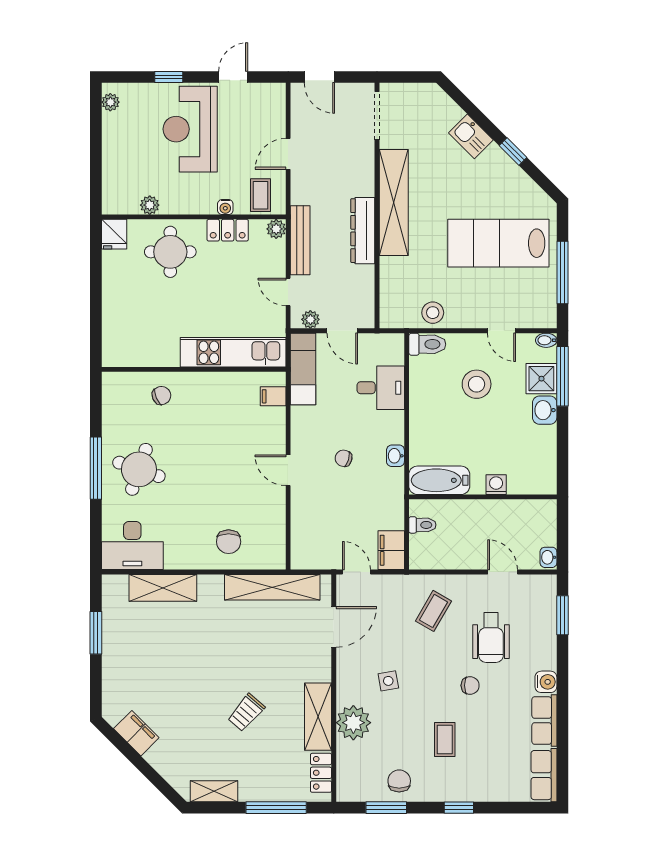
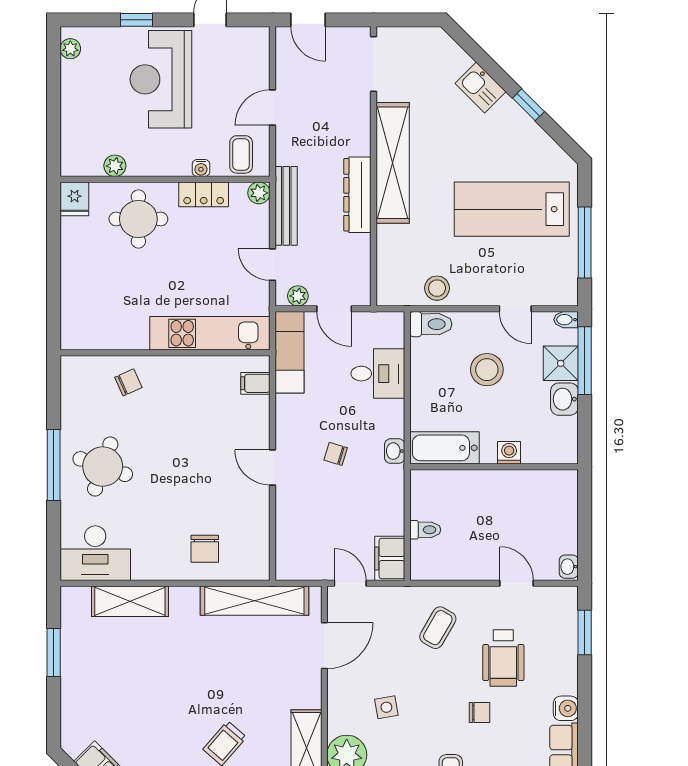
bathtub: (439, 480) -> (444, 448), moved
washing machine: (496, 485) -> (509, 453), moved
wall: (483, 497) -> (494, 467), moved

